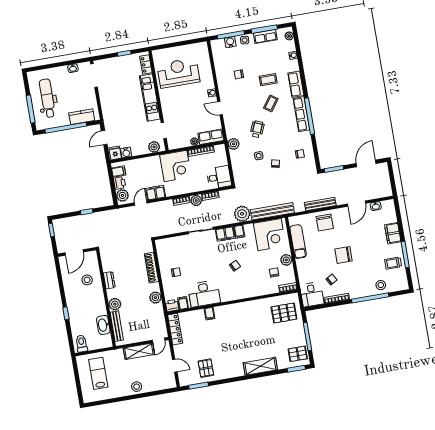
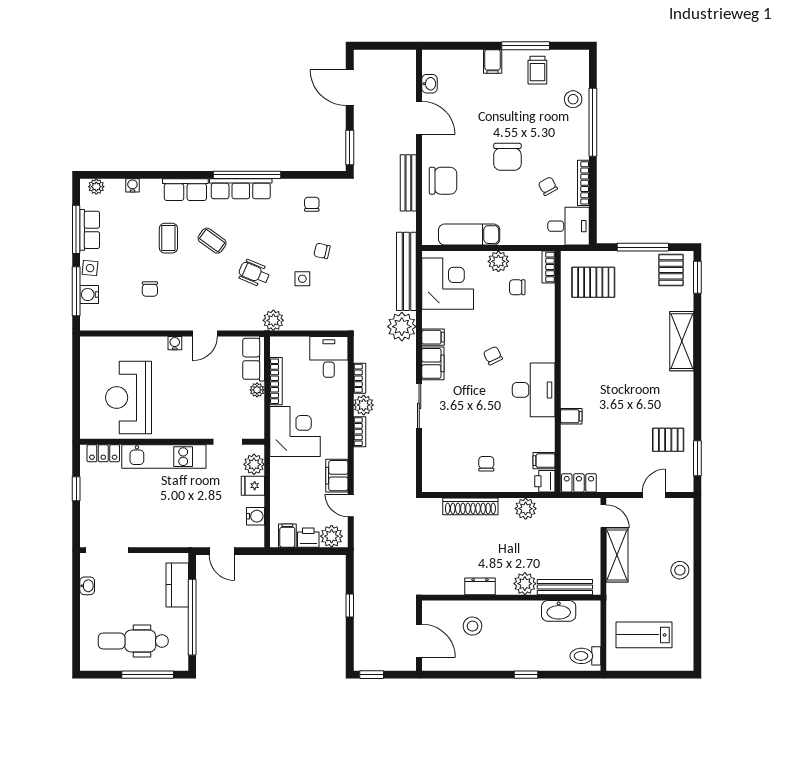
fridge: (115, 153) -> (253, 486), moved
filing cabinet: (393, 233) -> (493, 62), width x0.50
desk: (204, 294) -> (534, 390), moved
pallet: (284, 313) -> (593, 282), turned 90
locker: (175, 329) -> (579, 483), width x0.66

